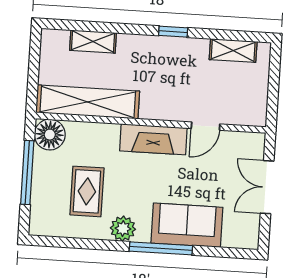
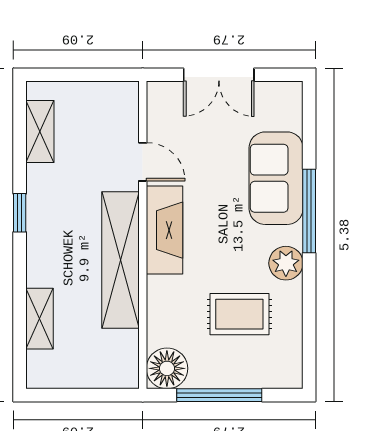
shelving: (88, 102) -> (120, 260), moved

